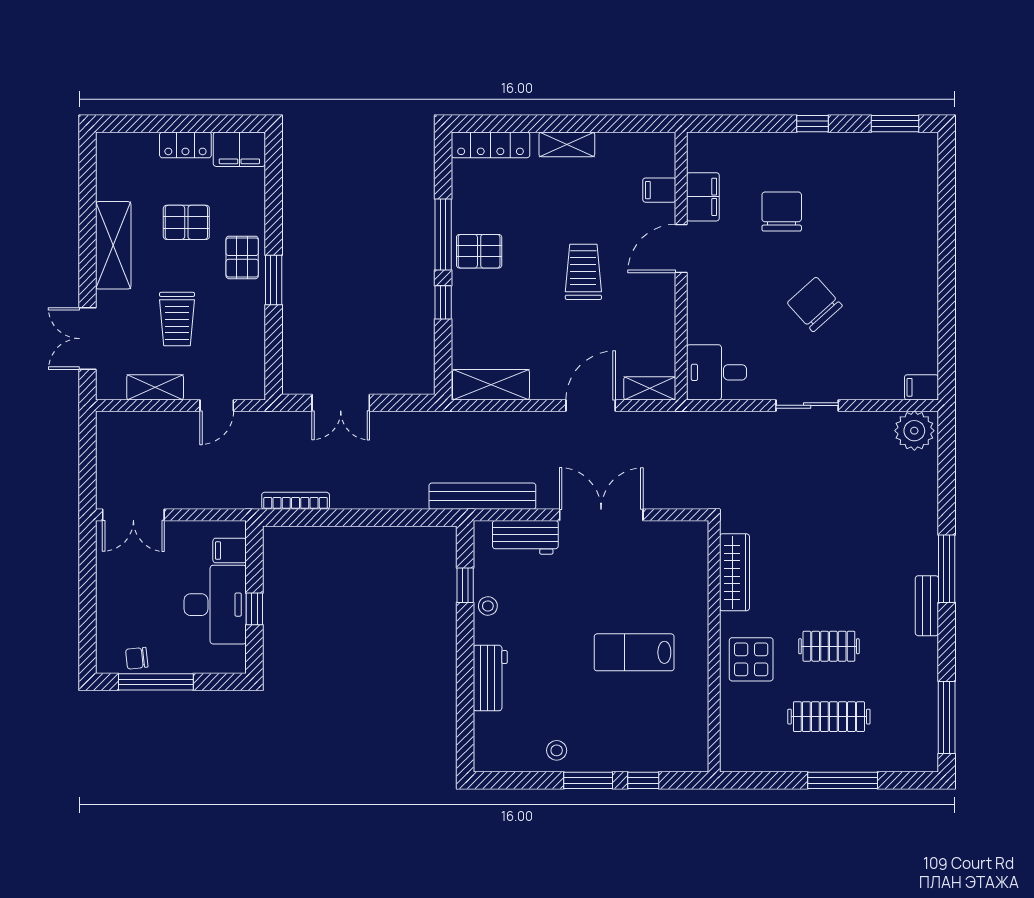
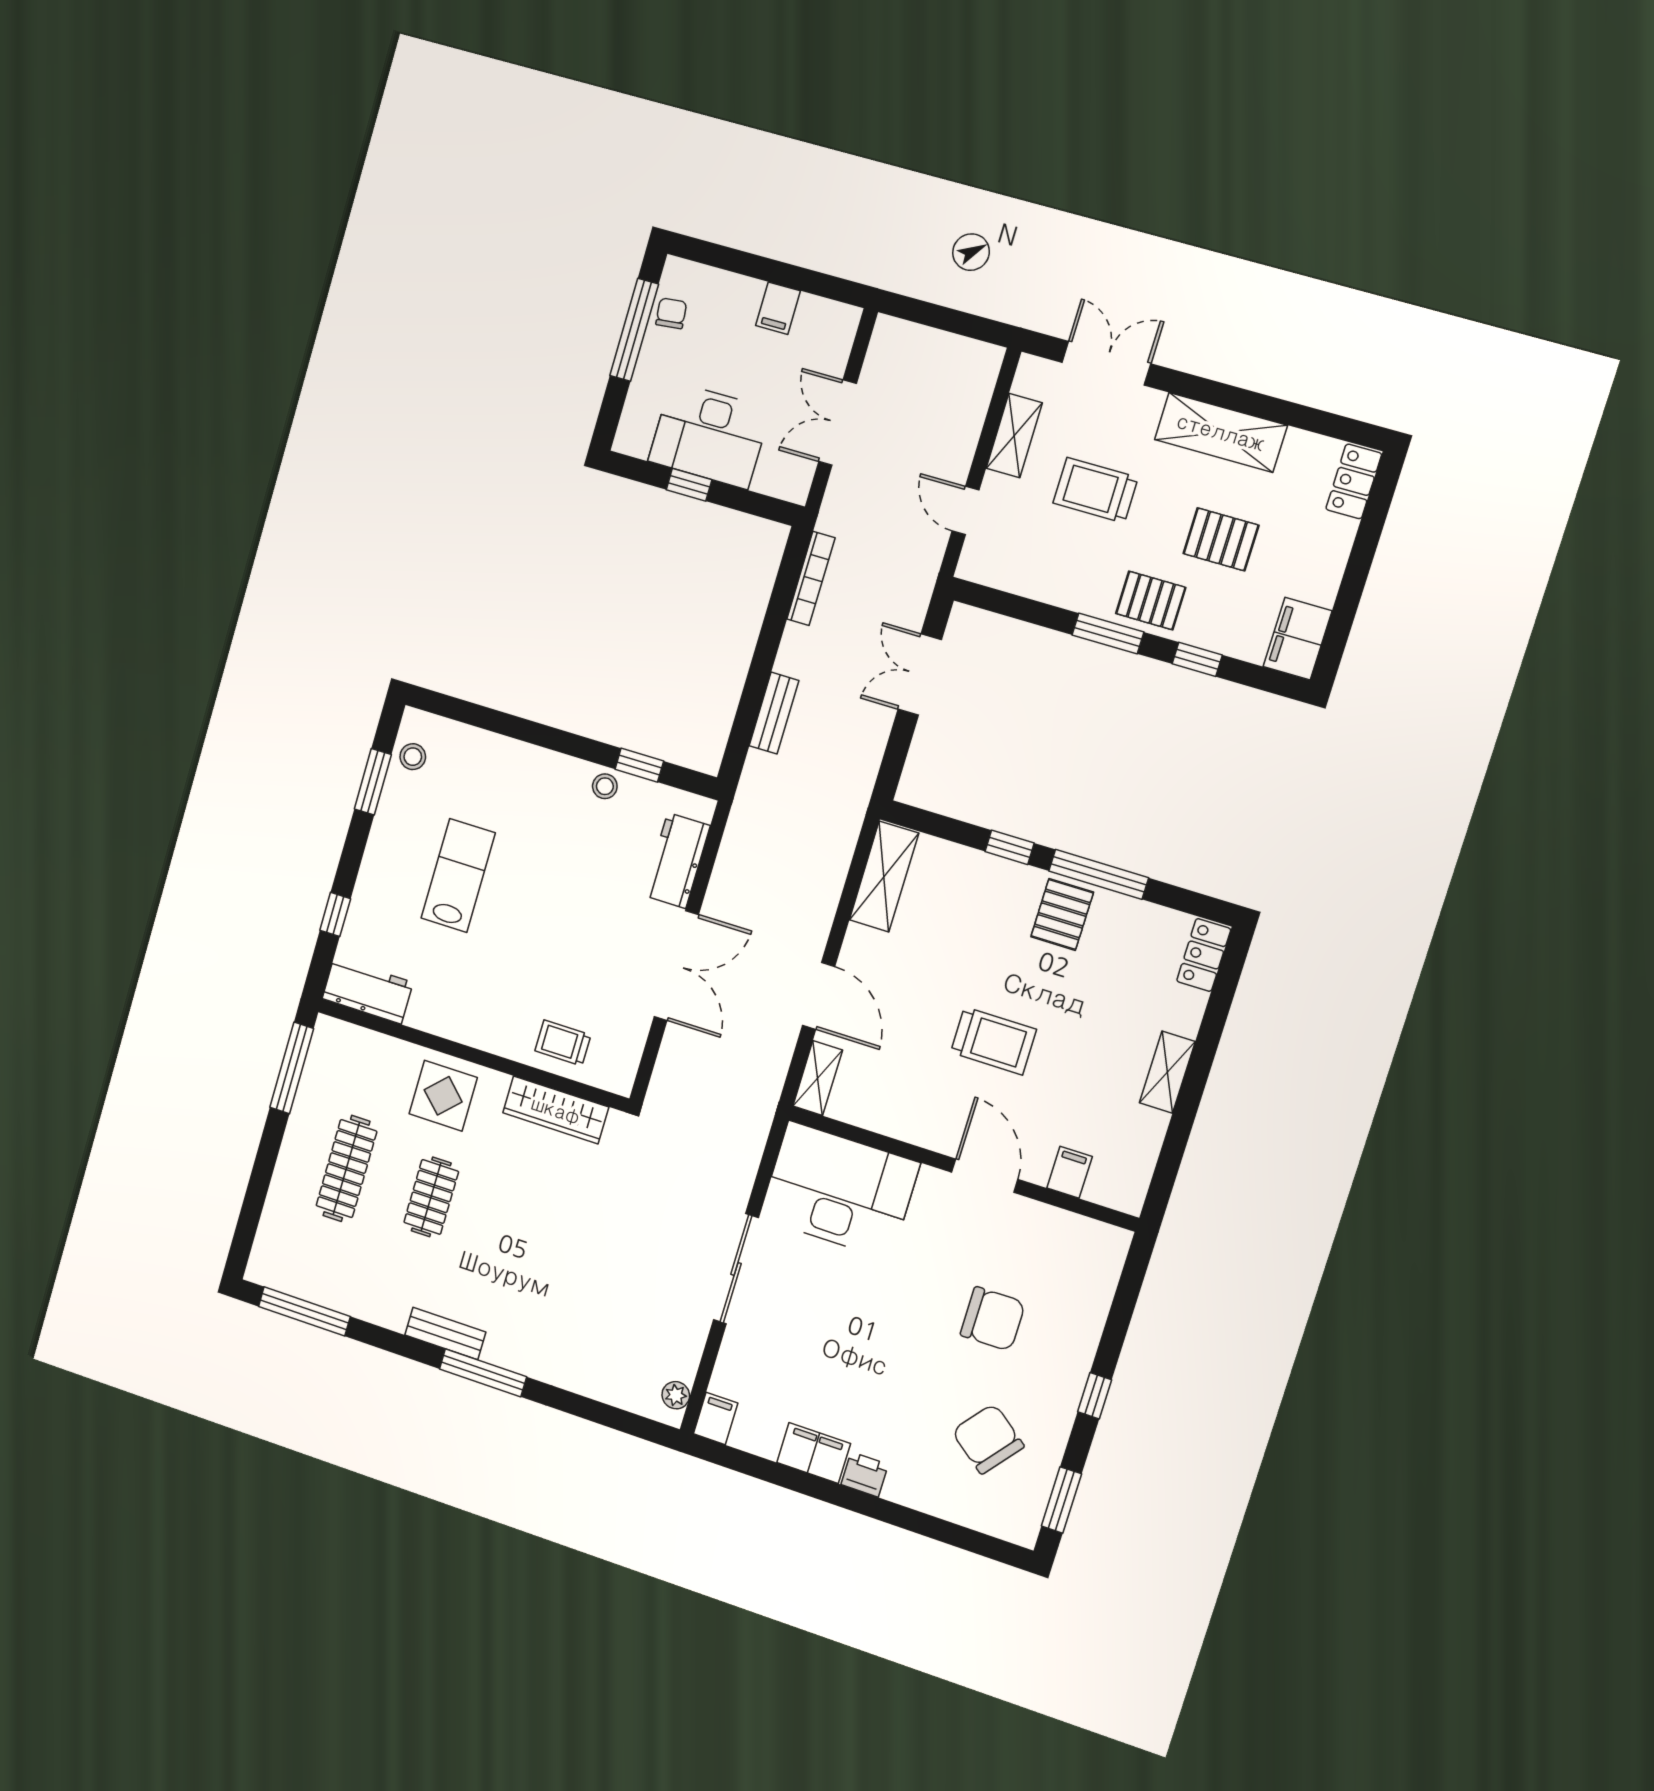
locker: (185, 145) -> (1354, 481), moved
locker: (491, 145) -> (1204, 955), width x0.66
filing cabinet: (703, 197) -> (814, 1453), moved, turned 180
window: (274, 213) -> (1197, 659), added
pallet: (186, 222) -> (1221, 539), turned 90
printer: (925, 268) -> (865, 1474), added
chair: (815, 304) -> (988, 1439), moved, turned -100
desk: (717, 372) -> (839, 1190), width x1.87, depth x1.30
sliding door: (807, 405) -> (736, 1269), width x1.37
plant: (914, 431) -> (676, 1395), width x0.53, depth x0.53
bench: (482, 496) -> (774, 713), moved, width x0.54, depth x0.82
double door: (133, 515) -> (838, 423), moved
filing cabinet: (230, 551) -> (778, 308), moved, turned 180
trolley: (684, 582) -> (563, 1043), added
lab bench: (634, 652) -> (458, 876), moved
workbench: (490, 678) -> (368, 990), moved, turned 180
stool: (557, 750) -> (413, 757), moved
window: (588, 780) -> (373, 782), moved
window: (843, 780) -> (292, 1068), moved

